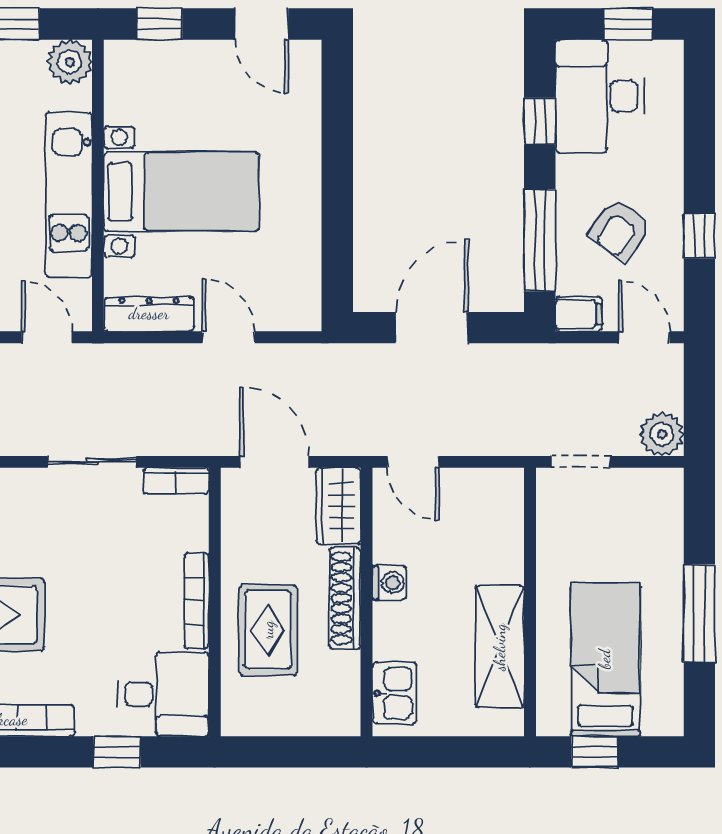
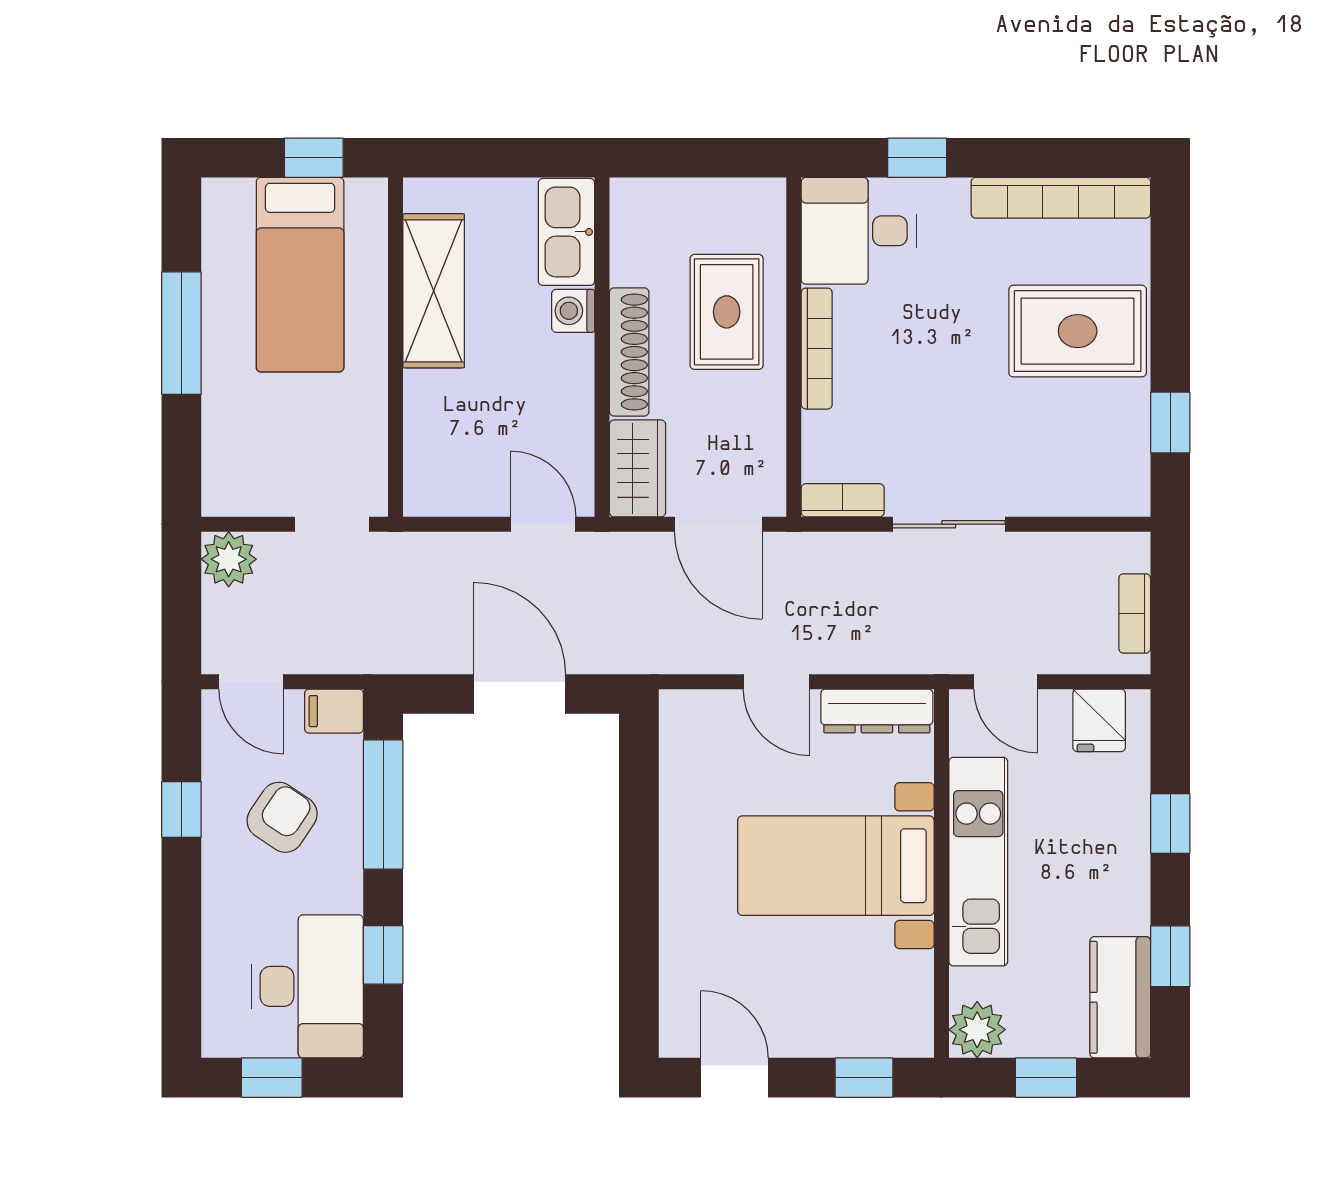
door: (432, 328) -> (520, 694), swing flipped
washing machine: (389, 583) -> (573, 311), moved
kitchen sink: (395, 693) -> (566, 232), width x1.38

